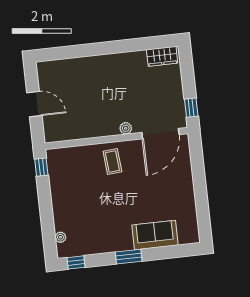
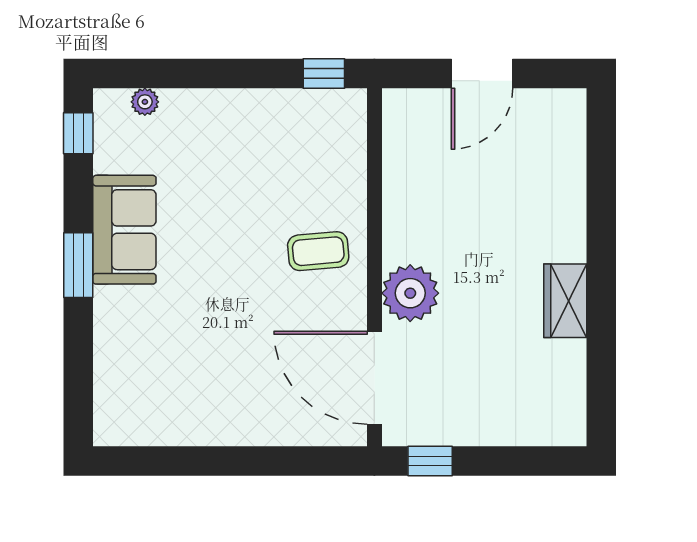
wardrobe: (162, 56) -> (565, 301), moved
plant: (126, 128) -> (410, 293), width x1.88, depth x1.88
sofa: (155, 235) -> (124, 230), moved

